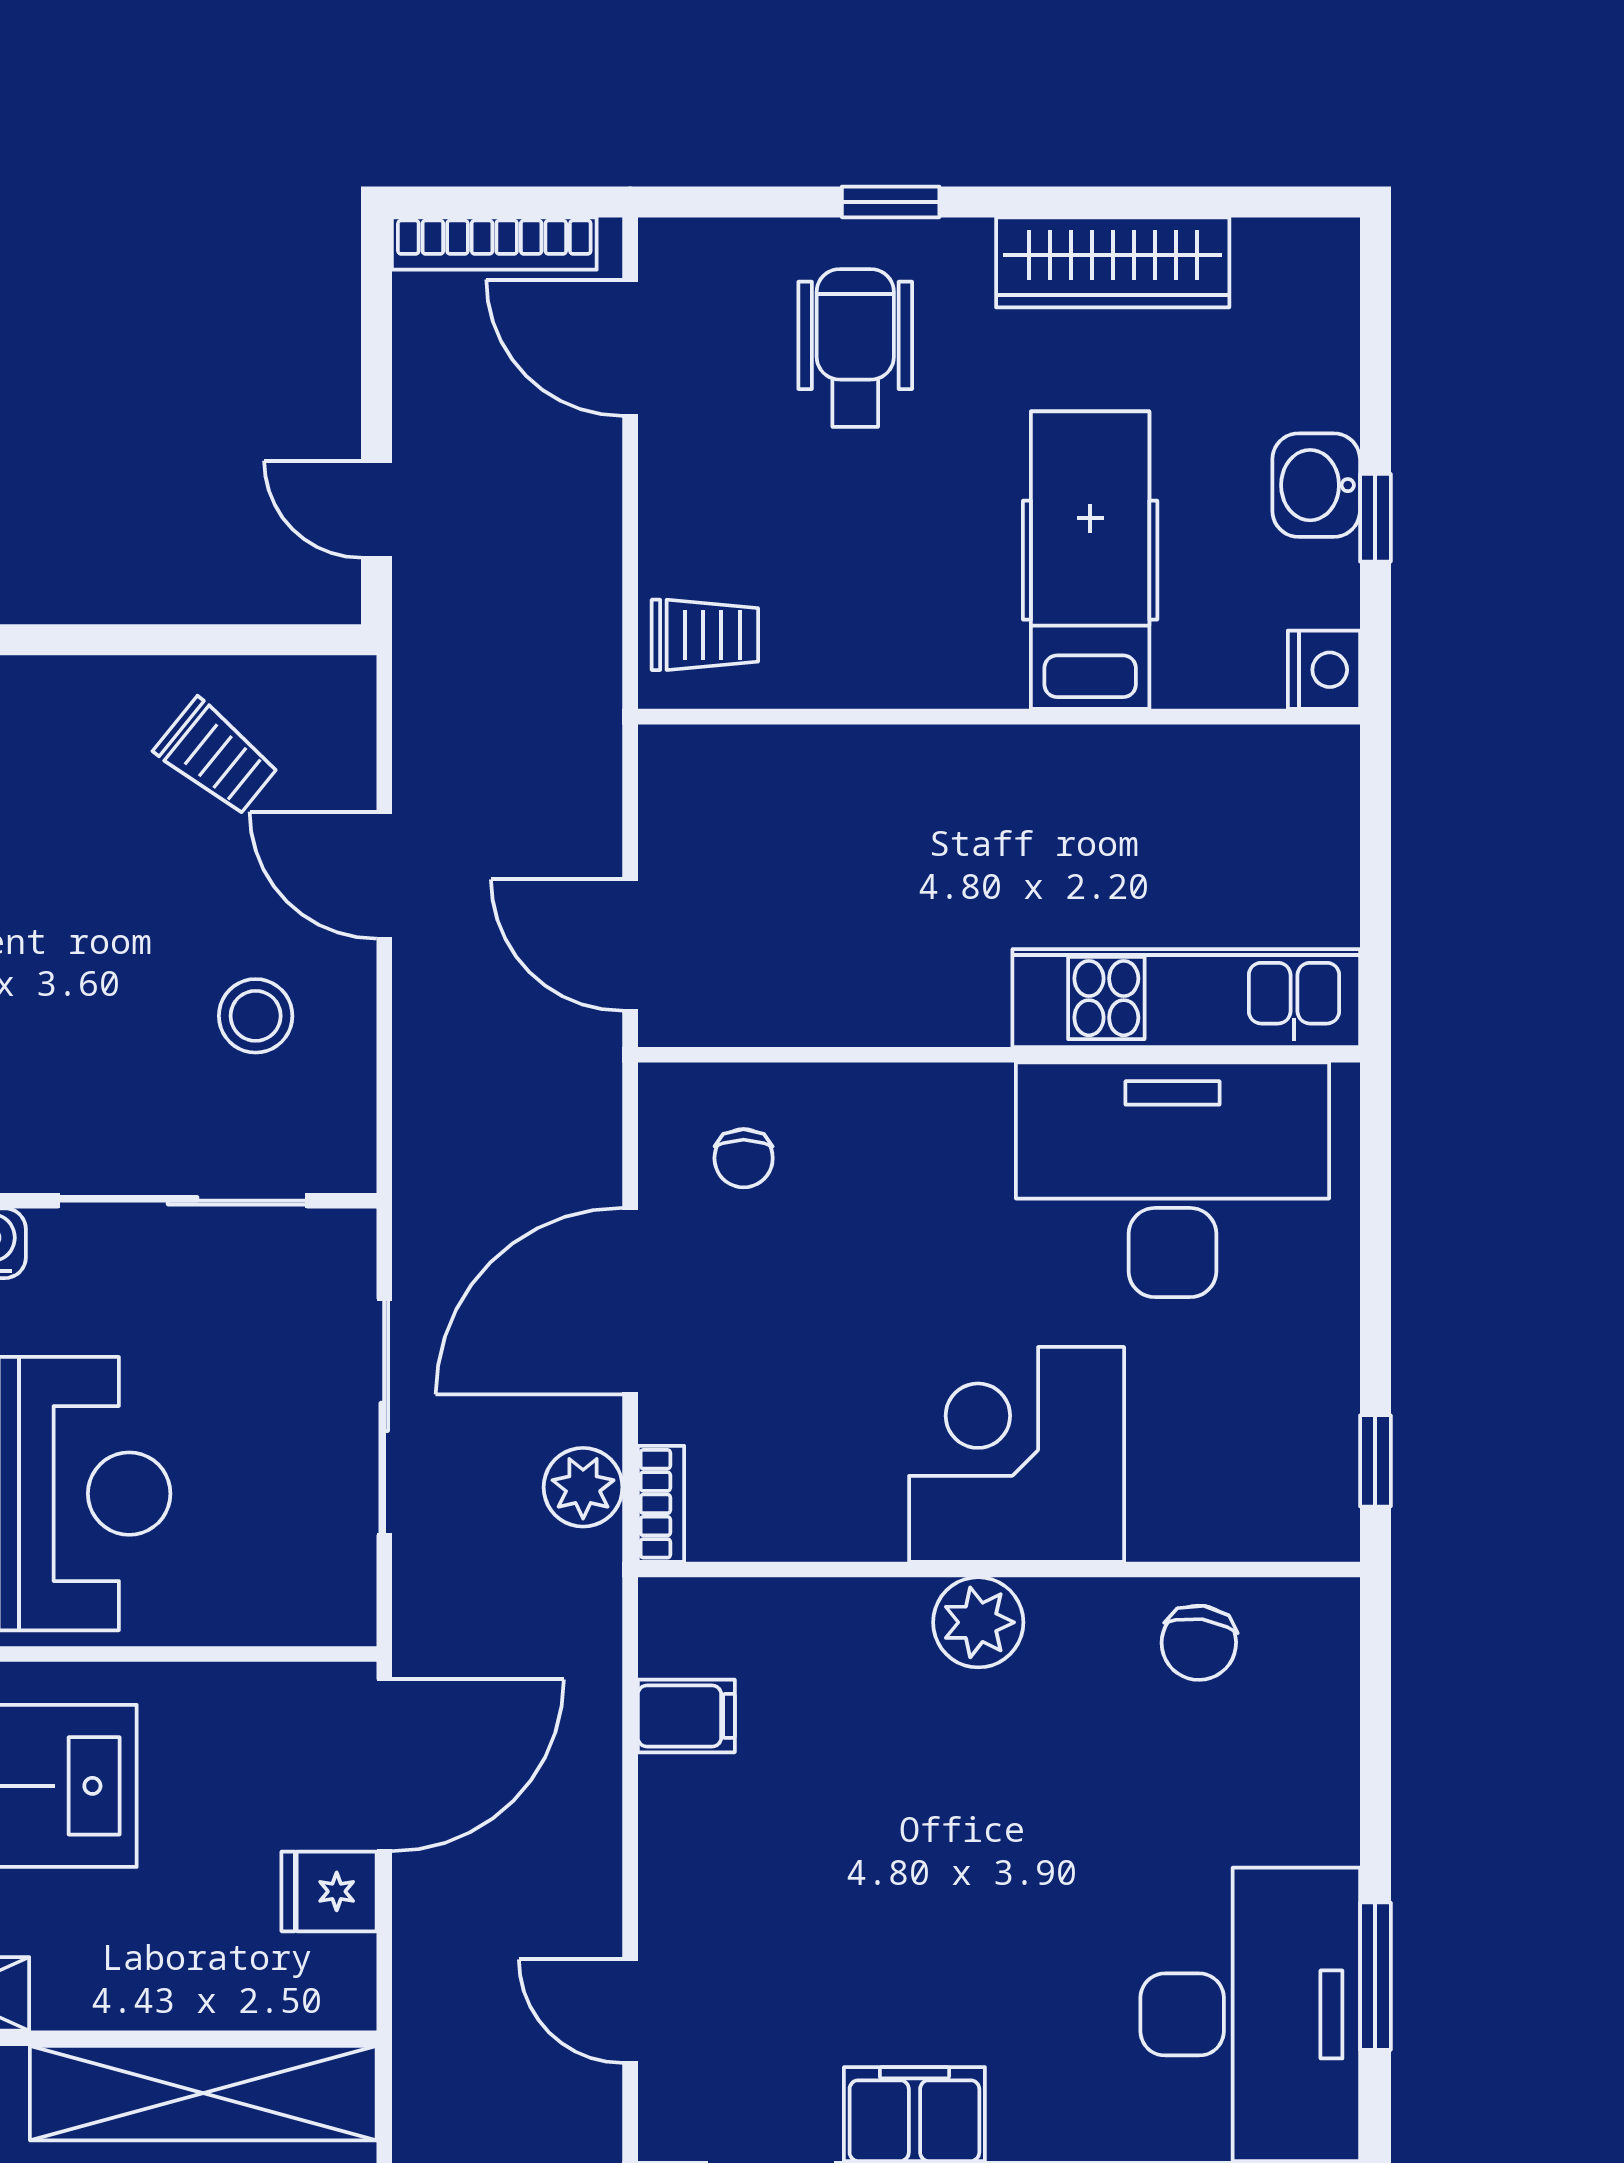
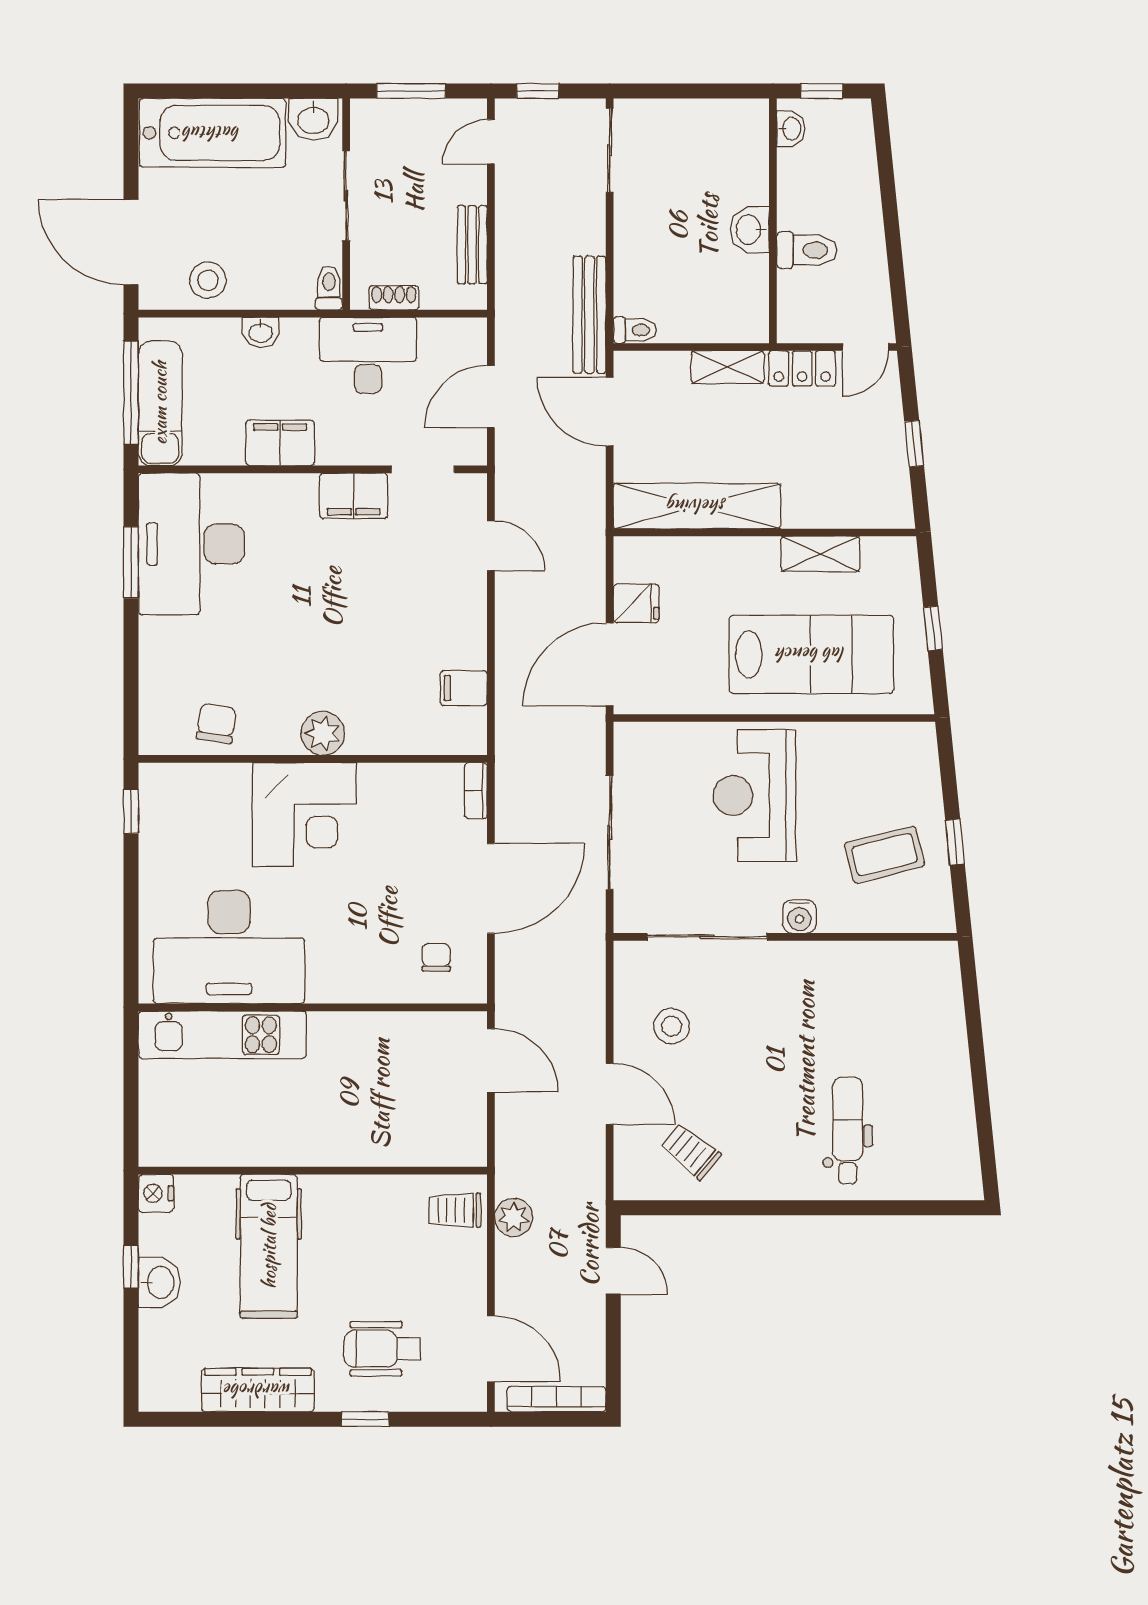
wheelchair: (855, 348) -> (382, 1349), turned 90
plant: (583, 1487) -> (514, 1218), moved

